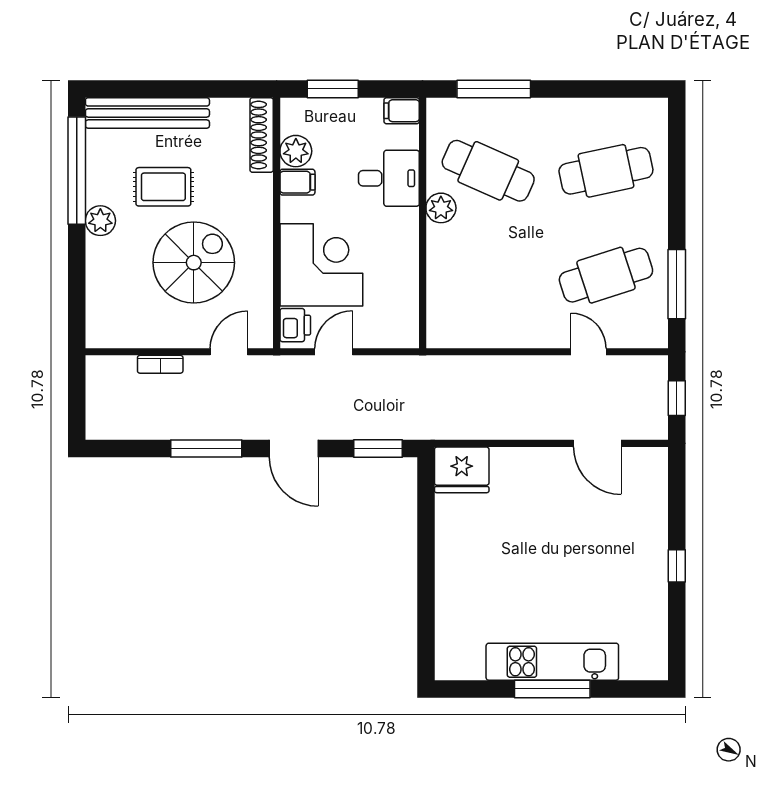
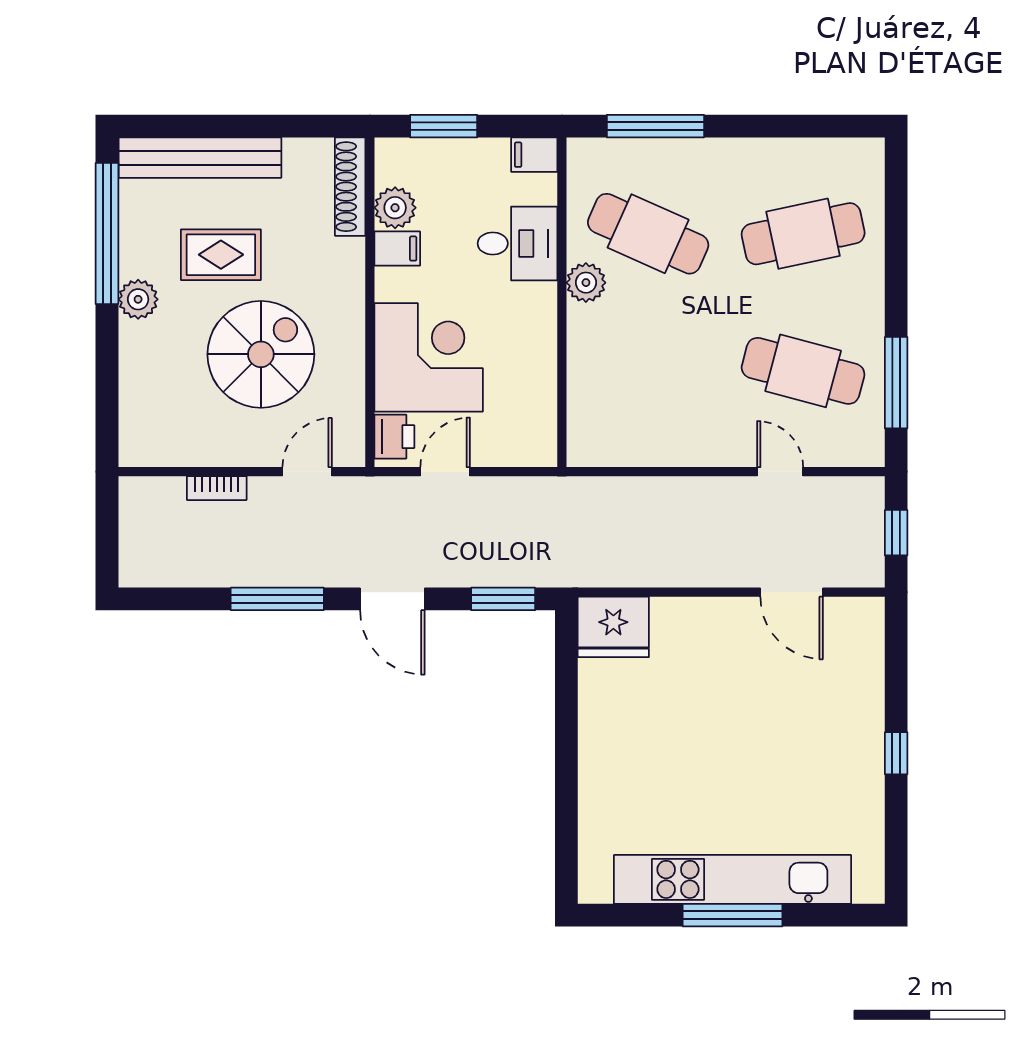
cafe table: (606, 275) -> (803, 371), turned 33
kitchen unit: (552, 662) -> (733, 879), width x1.36

